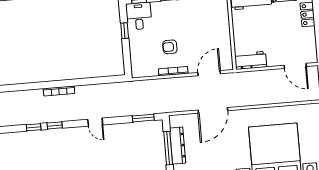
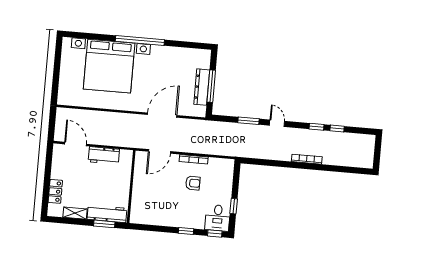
workbench: (251, 60) -> (104, 155), moved
window: (143, 118) -> (248, 121), moved

